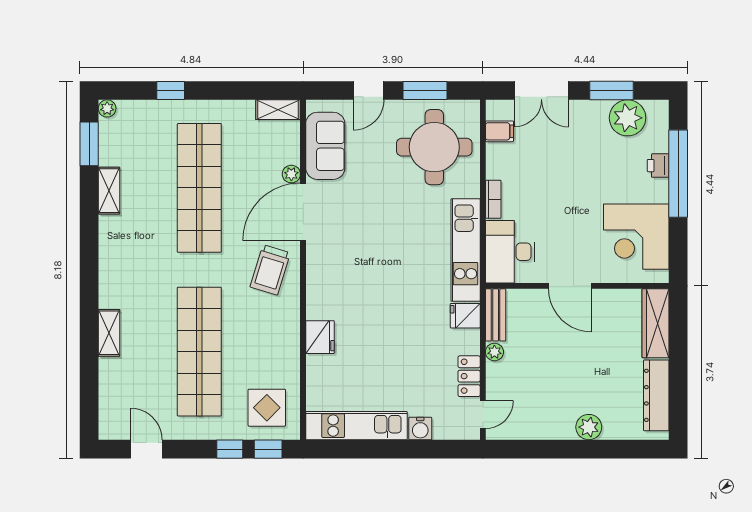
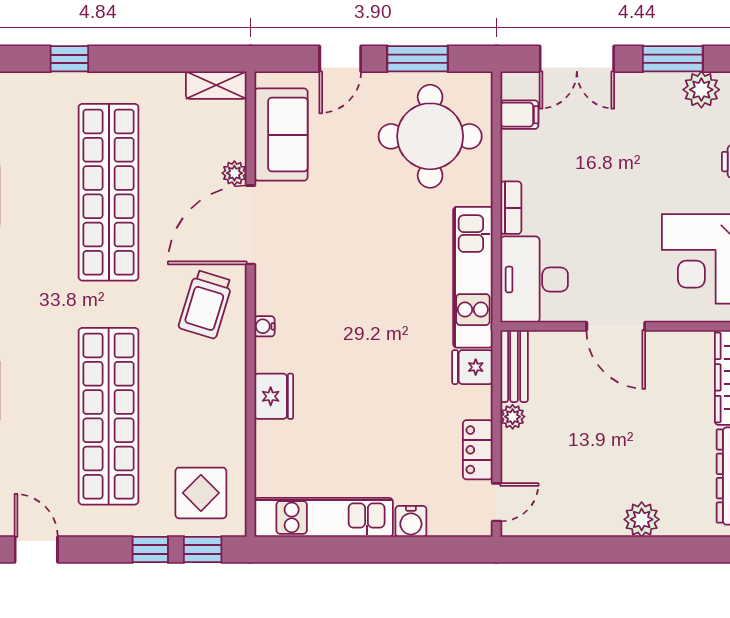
plant: (628, 118) -> (701, 90), width x0.73, depth x0.73
water cooler: (313, 286) -> (264, 326), added

